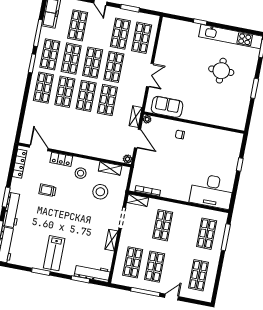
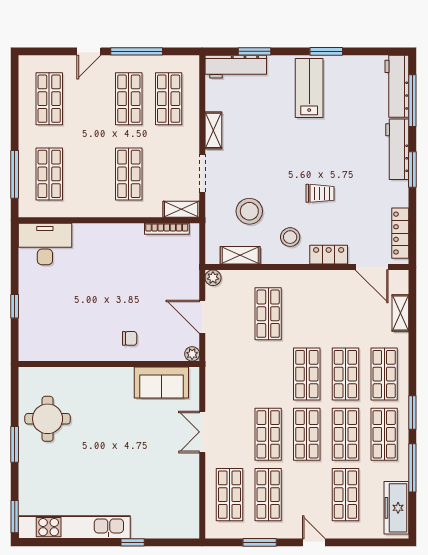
round table: (221, 71) -> (48, 419), moved
shop shelf: (107, 100) -> (268, 314), moved
shelving: (136, 117) -> (400, 313), moved
trolley: (48, 190) -> (320, 193), moved
desk: (212, 191) -> (45, 244), width x0.73, depth x0.77

